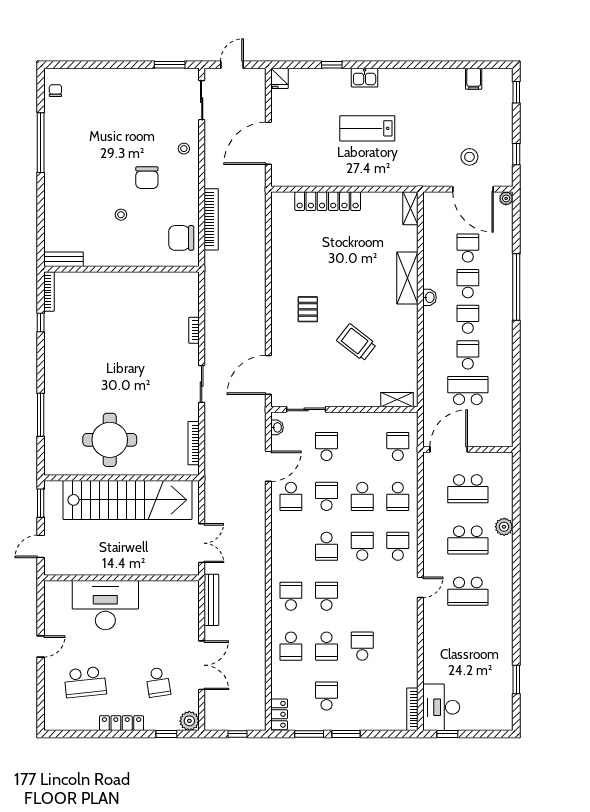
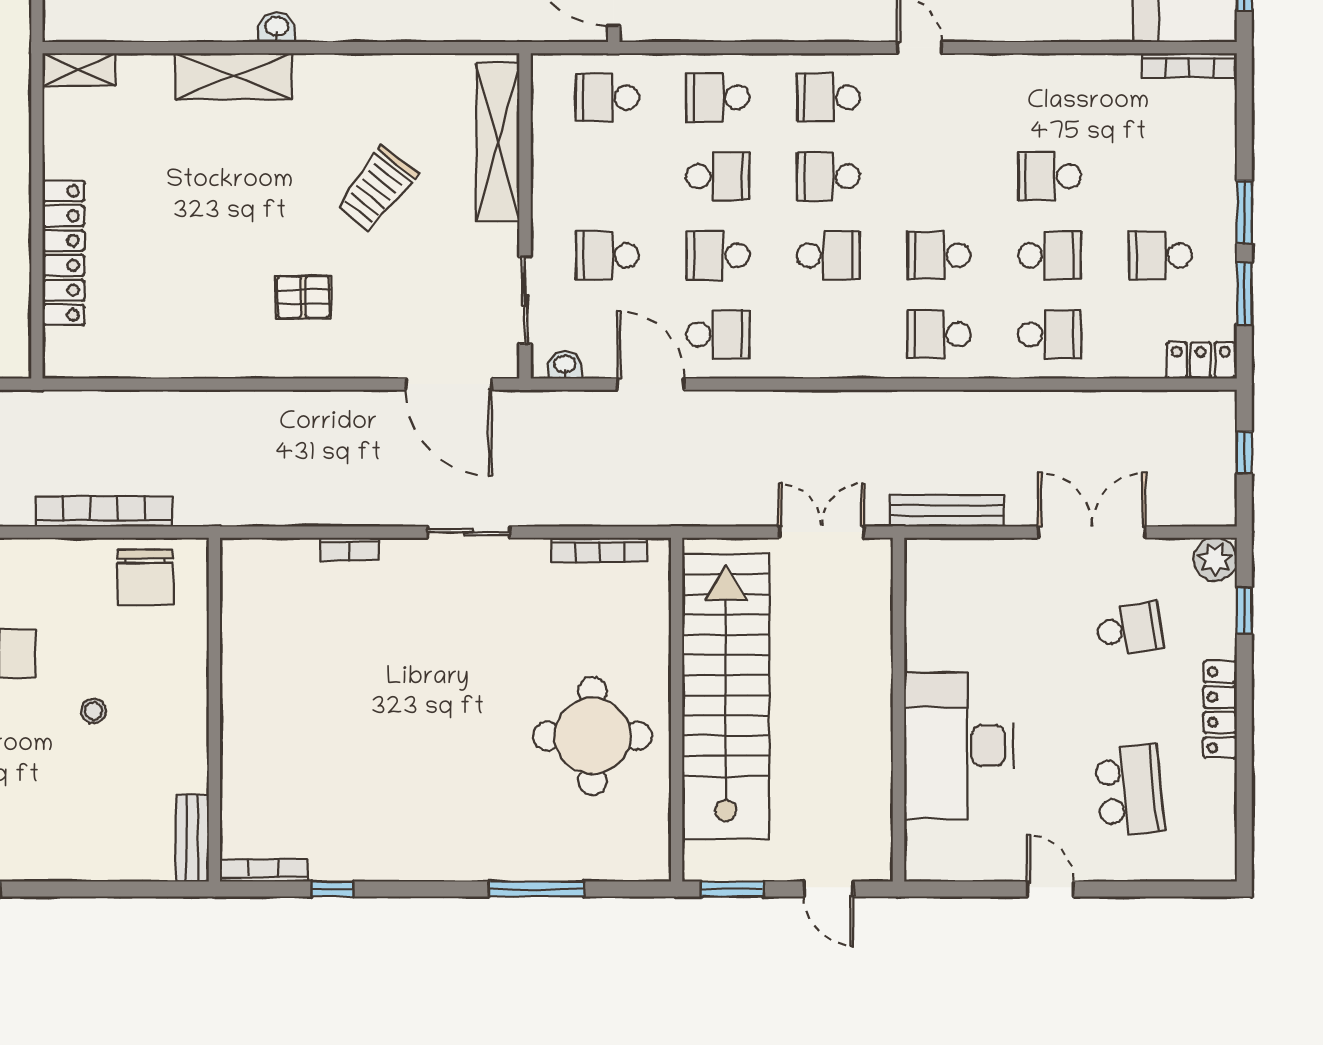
shelving: (397, 400) -> (498, 142), width x2.20, depth x1.33
school desk: (398, 496) -> (718, 97), turned 180

